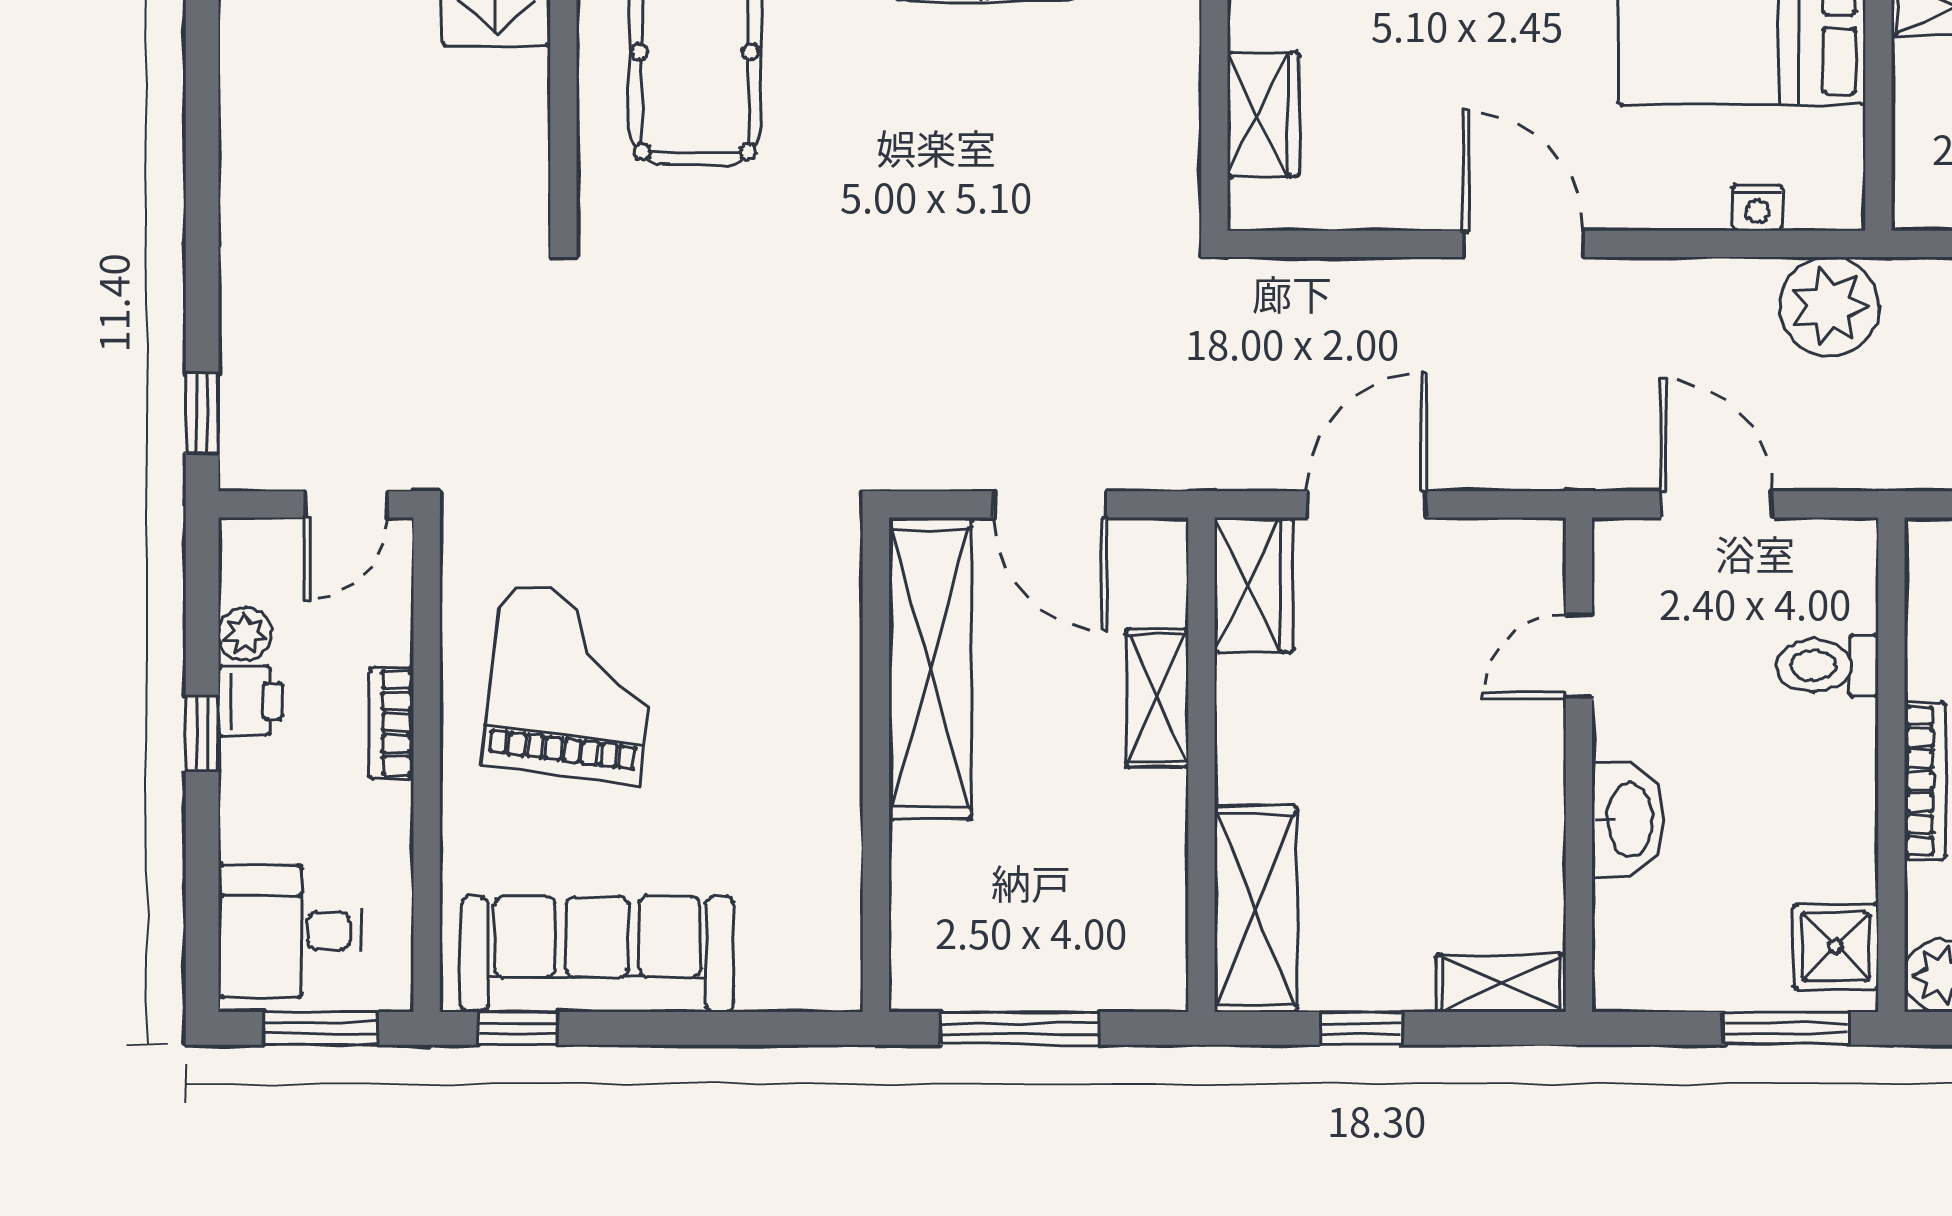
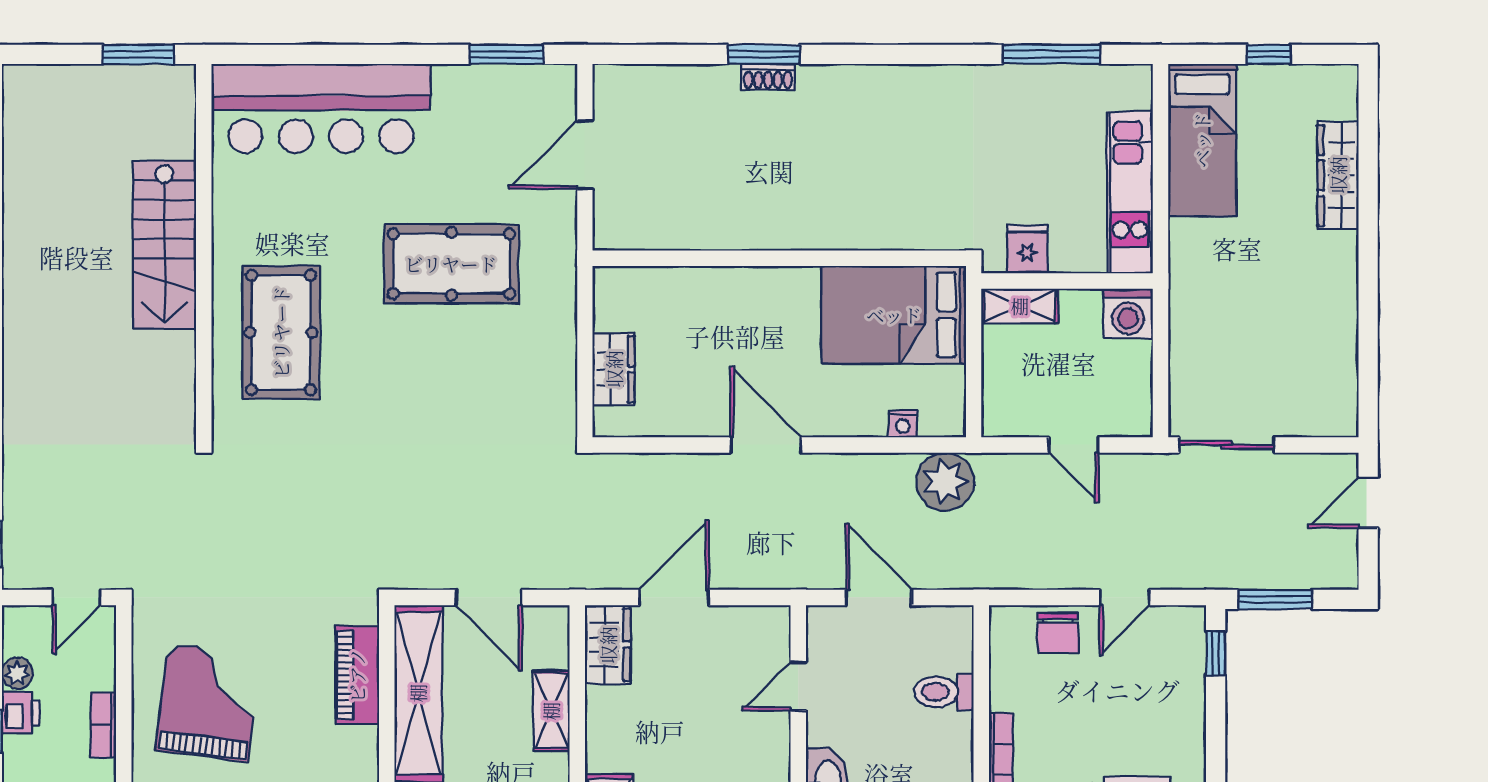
piano: (825, 637) -> (357, 675), added

